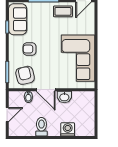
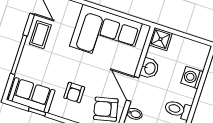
door: (46, 90) -> (132, 89), swing flipped
shower: (88, 98) -> (161, 39), added

